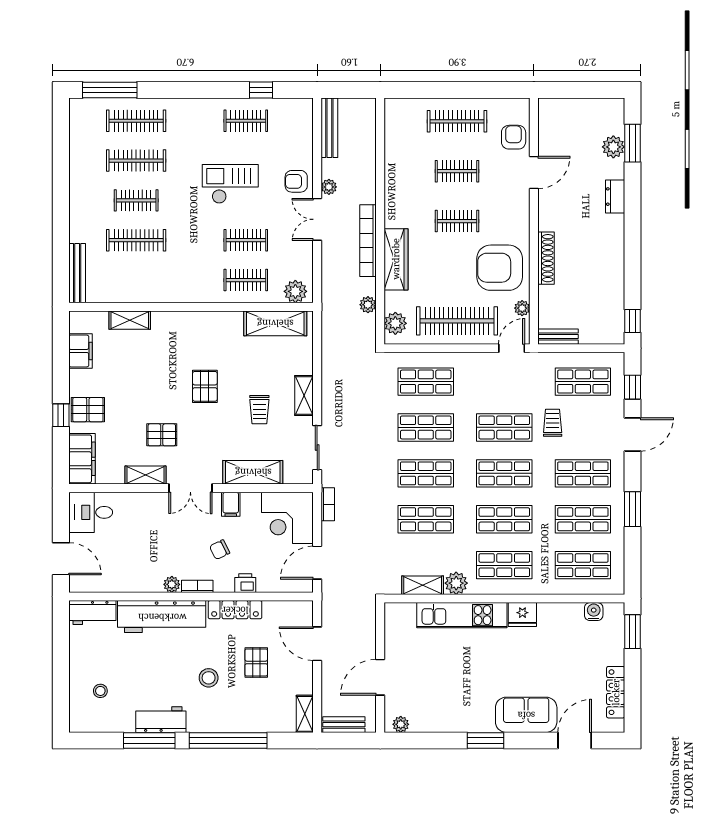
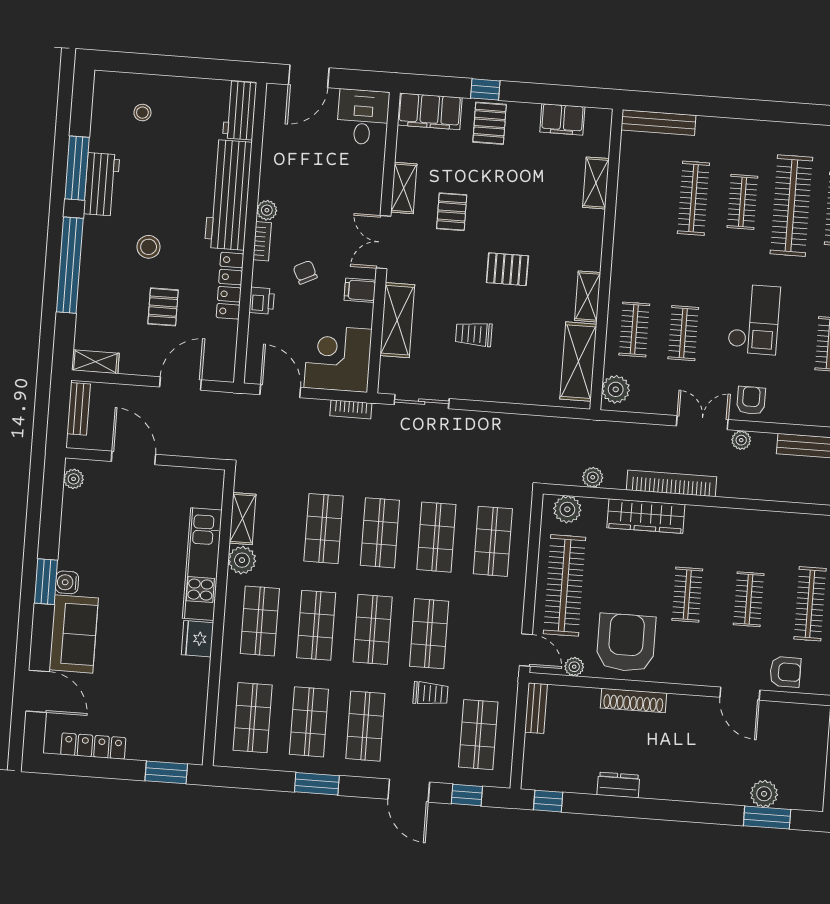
clothes rail: (136, 161) -> (791, 206), width x1.37, depth x1.31
dresser: (615, 197) -> (618, 785), moved
shelving: (304, 395) -> (588, 296), moved, turned 90
water cooler: (594, 612) -> (67, 582), moved, turned 180
pallet: (256, 662) -> (163, 307), turned 90

